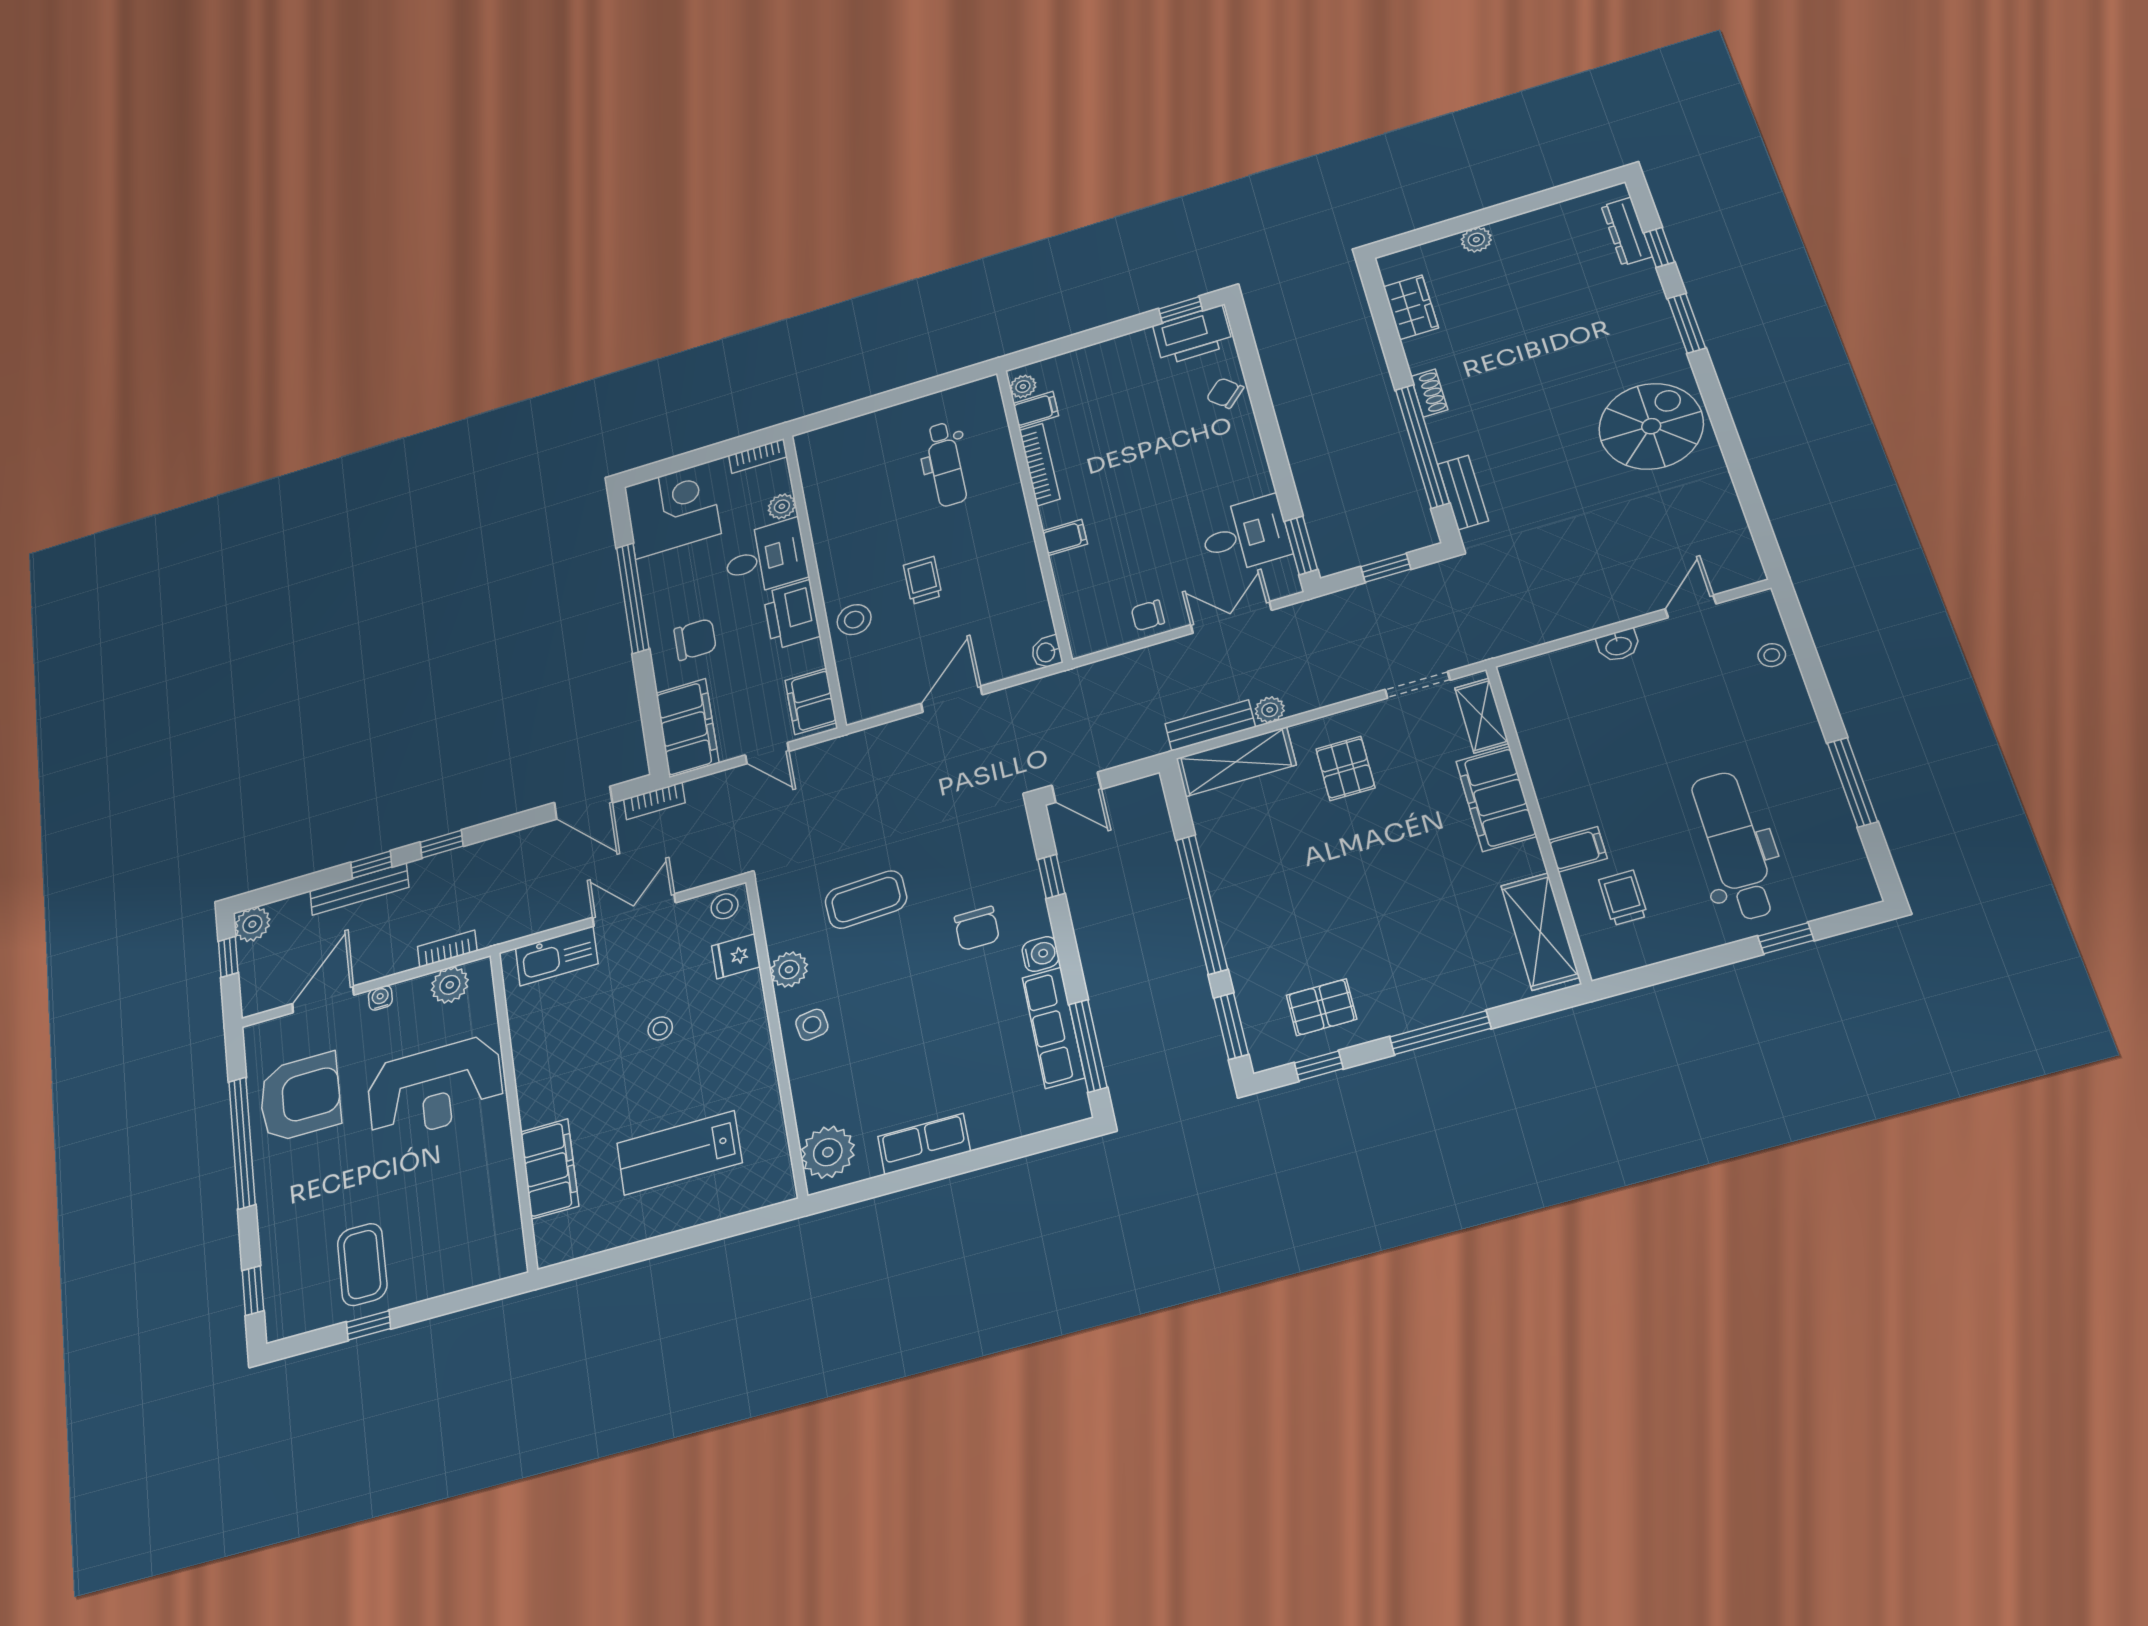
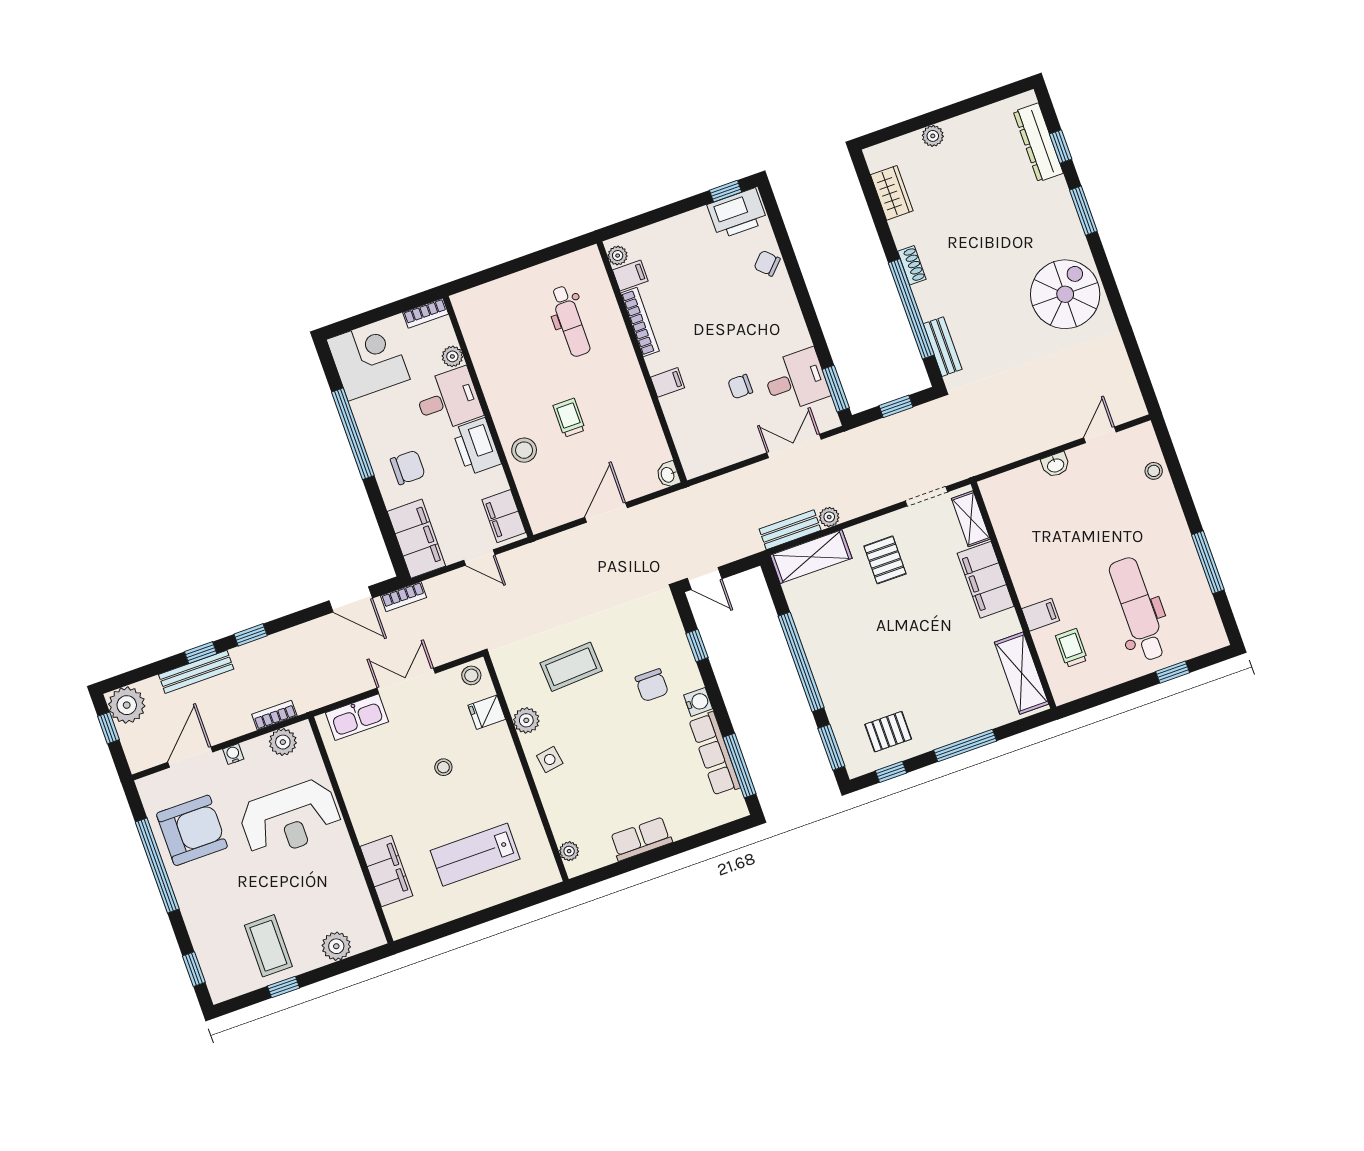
dresser: (1627, 231) -> (1038, 142), width x1.37, depth x1.24
chair: (1148, 615) -> (740, 387), moved
plant: (252, 924) -> (127, 705), width x1.36, depth x1.36
plant: (828, 1152) -> (569, 851), width x0.53, depth x0.53
plant: (456, 1272) -> (336, 946), added

